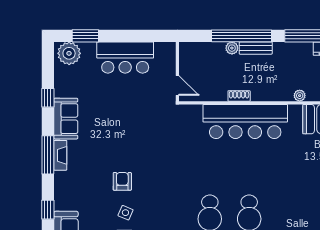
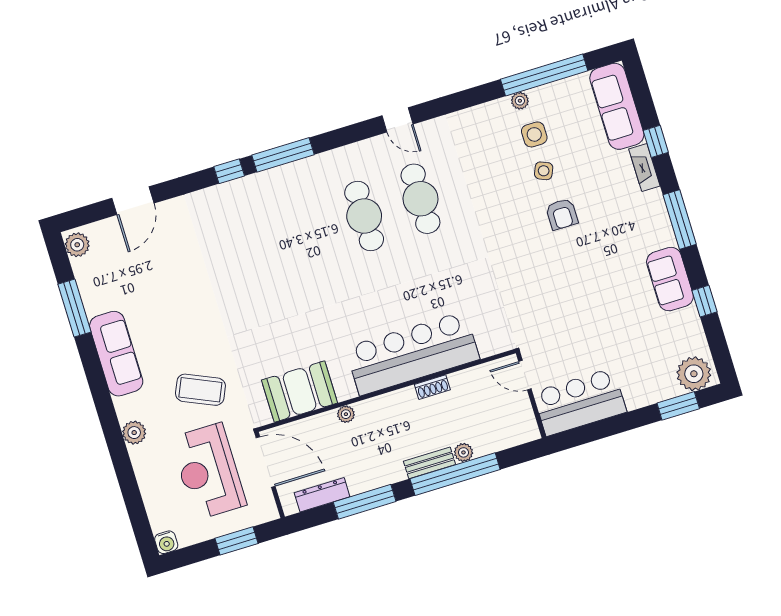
bar counter: (125, 58) -> (580, 402), moved
fireplace: (60, 155) -> (644, 167), moved

